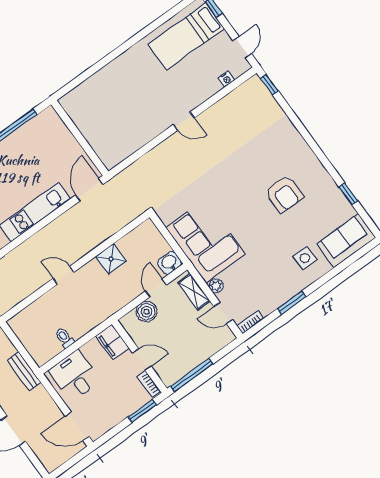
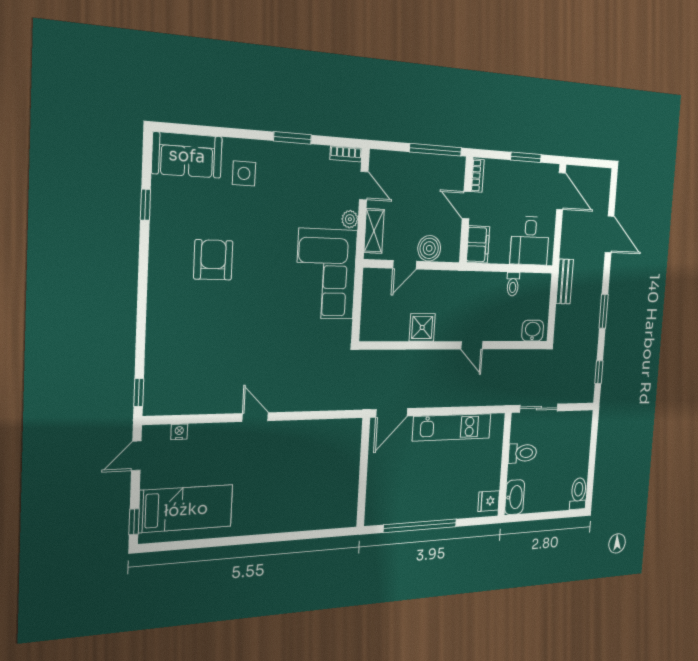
washbasin: (170, 263) -> (533, 331), moved, turned 180
window: (142, 411) -> (526, 157), moved

